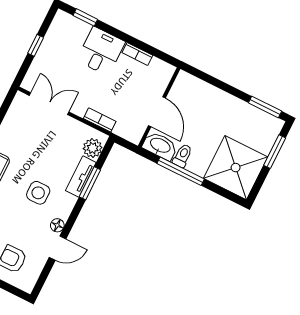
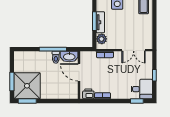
desk: (101, 51) -> (142, 89), moved, turned -90
printer: (159, 69) -> (88, 94), added
shower: (236, 168) -> (27, 86), moved

